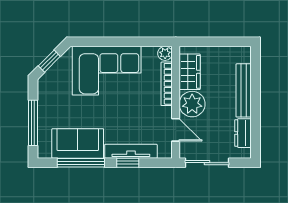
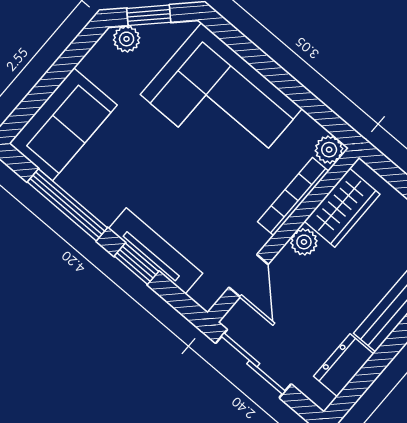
plant: (49, 78) -> (127, 39), added
plant: (192, 104) -> (304, 242), width x0.53, depth x0.53
window: (33, 123) -> (47, 86), removed
sofa: (78, 143) -> (63, 124), moved, turned 90

